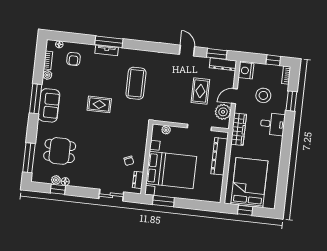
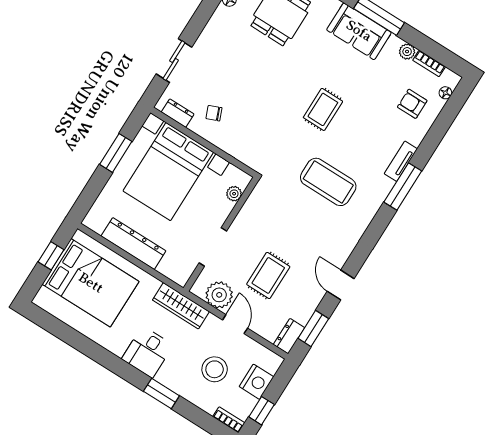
window: (109, 42) -> (403, 186), moved
door: (187, 51) -> (341, 285), swing flipped
dresser: (223, 64) -> (289, 336), width x0.70
nightstand: (246, 71) -> (256, 382), moved, turned 90
rug: (200, 91) -> (268, 275), turned 90
window: (291, 101) -> (161, 394), moved
desk: (273, 124) -> (147, 352), moved
dresser: (219, 156) -> (133, 244), moved
window: (163, 201) -> (116, 153), moved

